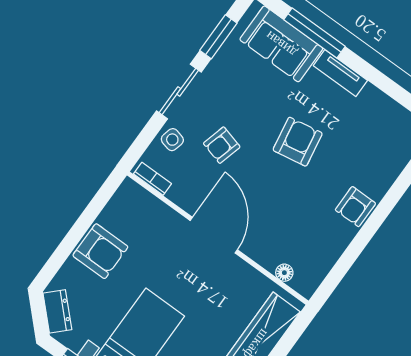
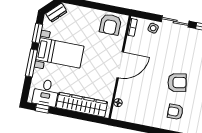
armchair: (222, 145) -> (161, 50), removed
armchair: (355, 207) -> (175, 112), moved
armchair: (100, 251) -> (110, 24), moved

